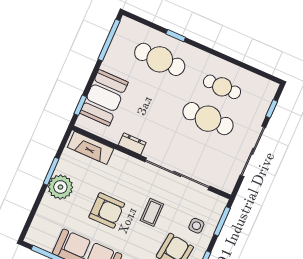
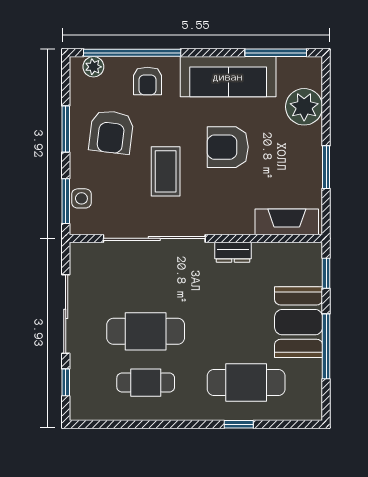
window: (109, 40) -> (326, 346), moved
booth: (104, 98) -> (299, 322), moved
plant: (60, 187) -> (304, 107), moved
coffee table: (152, 212) -> (166, 171), width x1.36, depth x1.30
side table: (196, 226) -> (81, 198), moved

